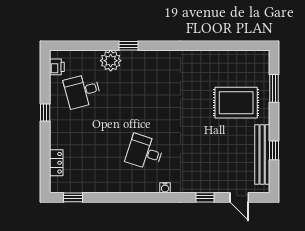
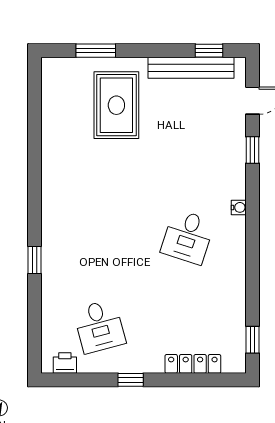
plant: (111, 61) -> (56, 286), removed
window: (274, 150) -> (209, 51), moved
locker: (56, 163) -> (193, 364), width x1.53

